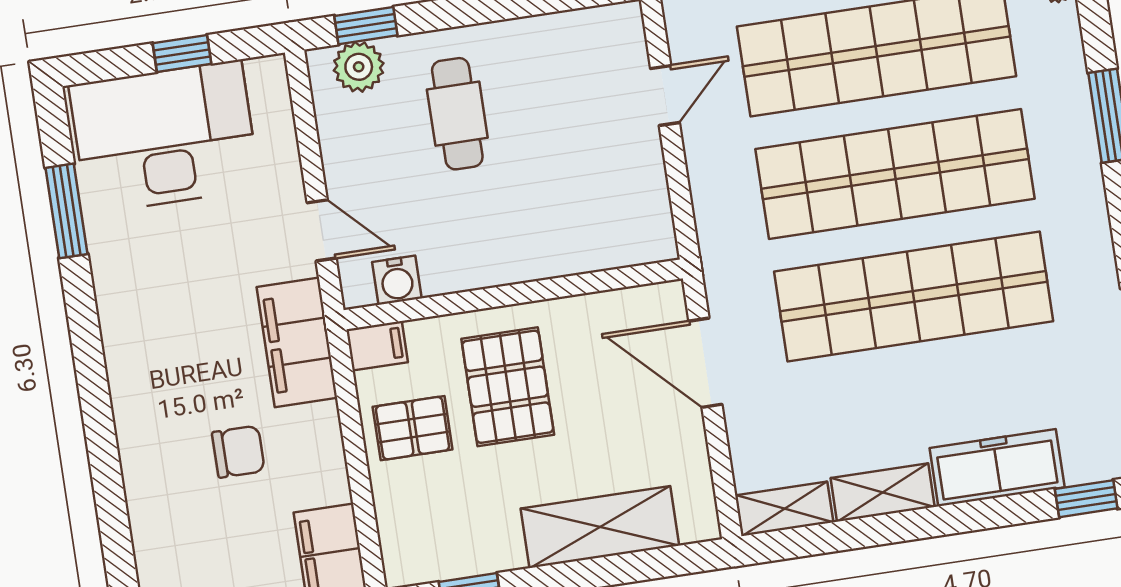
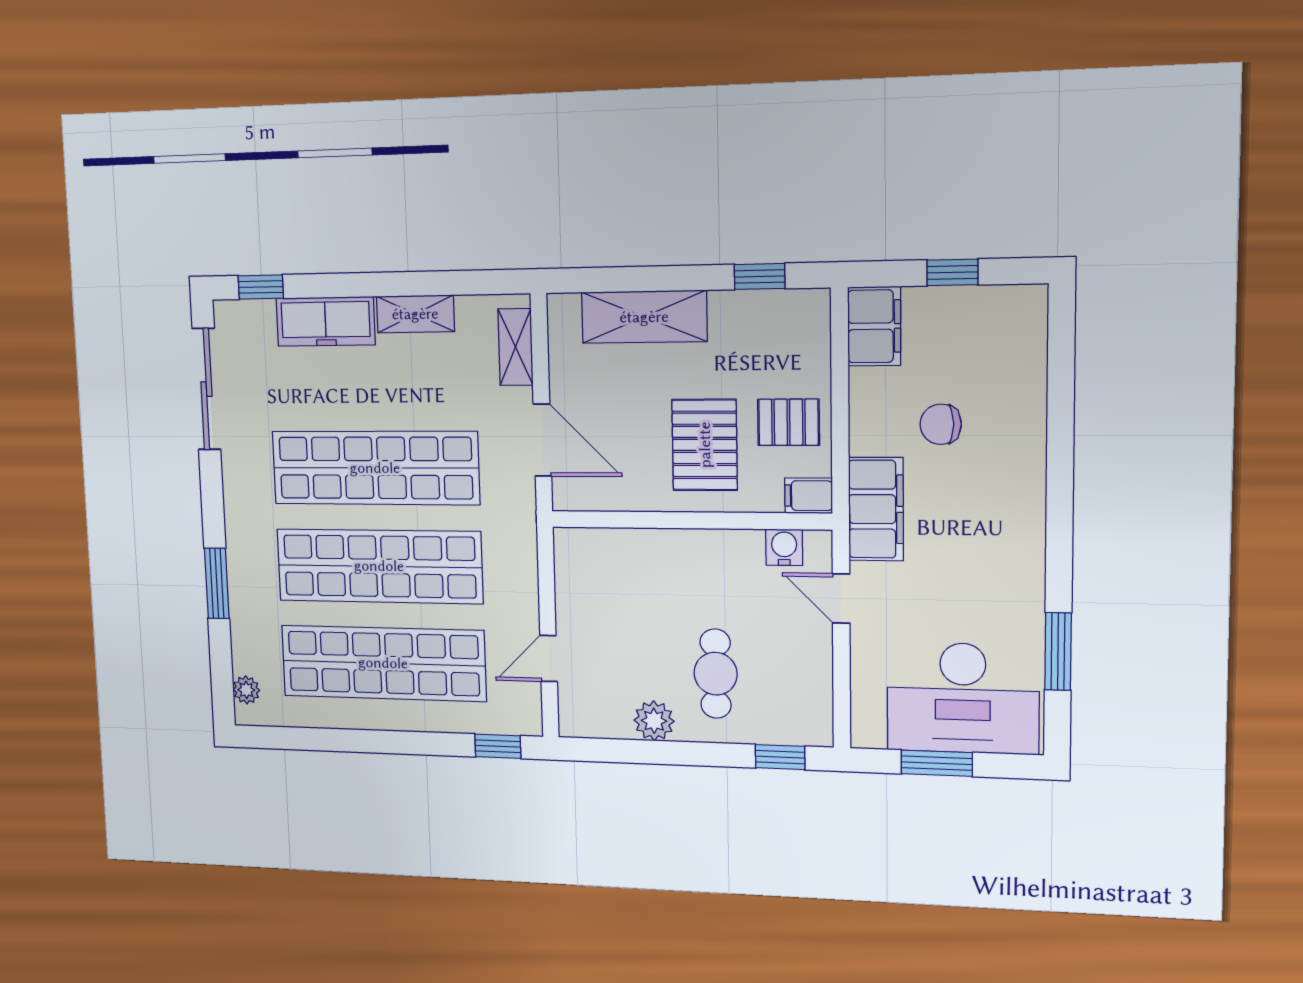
window: (182, 53) -> (937, 763), width x1.50
plant: (359, 67) -> (654, 721), moved
shelving: (785, 509) -> (515, 347), moved, turned 90

